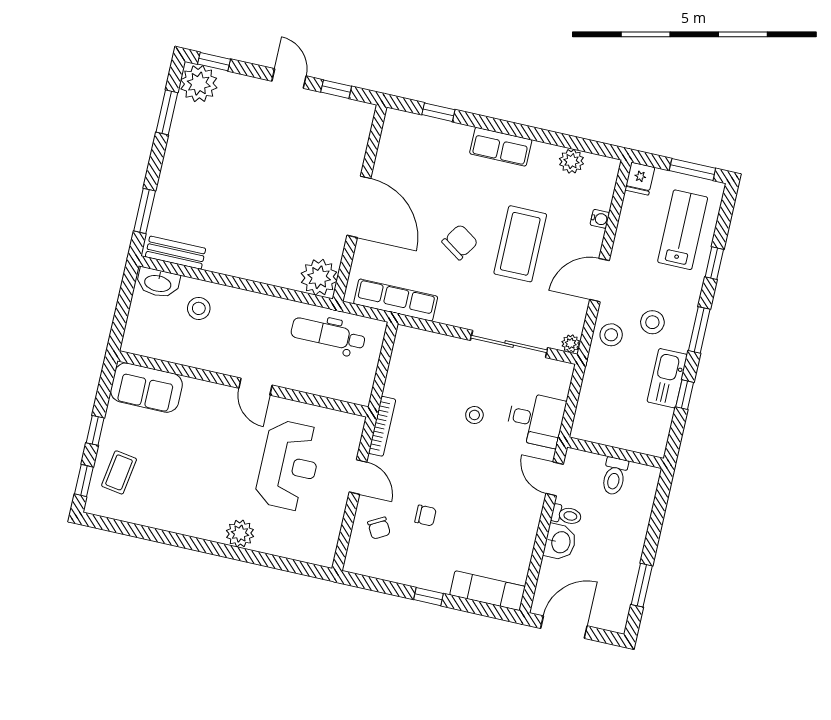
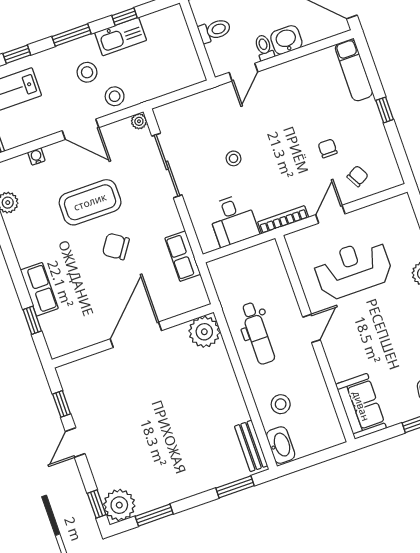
row of seats: (501, 147) -> (39, 289), moved
row of seats: (396, 300) -> (183, 256), width x0.68
dental chair: (328, 335) -> (258, 333), moved
desk: (536, 419) -> (233, 220), moved, turned 180

